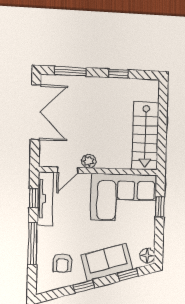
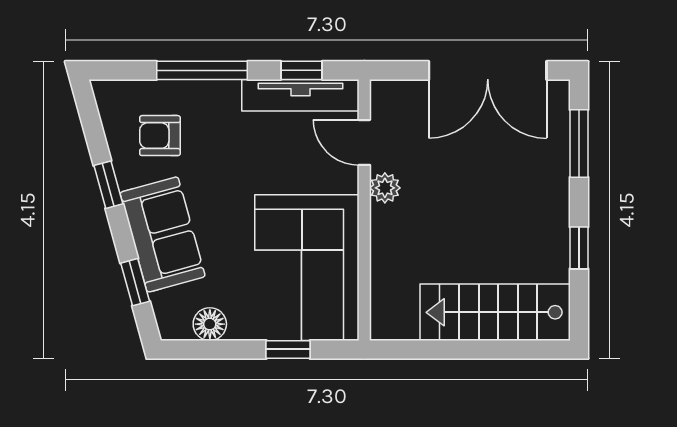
stairs: (145, 136) -> (495, 312), moved
floor lamp: (147, 256) -> (210, 324), moved

